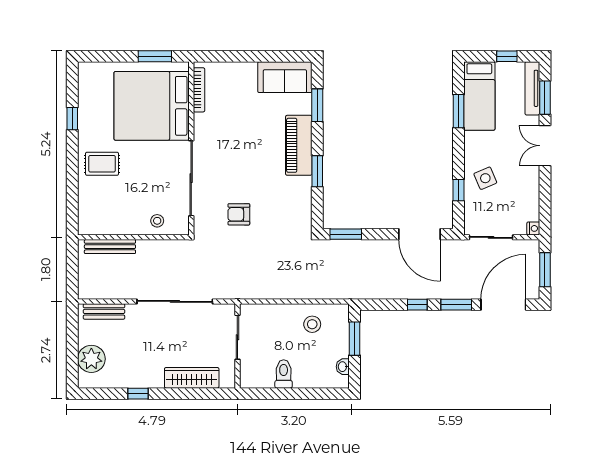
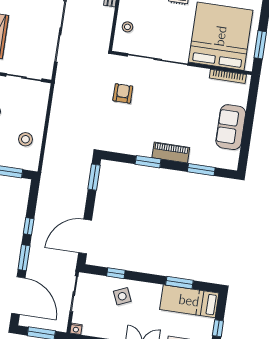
sofa: (285, 77) -> (231, 127), moved
piano: (299, 145) -> (171, 153), width x0.73, depth x0.75

